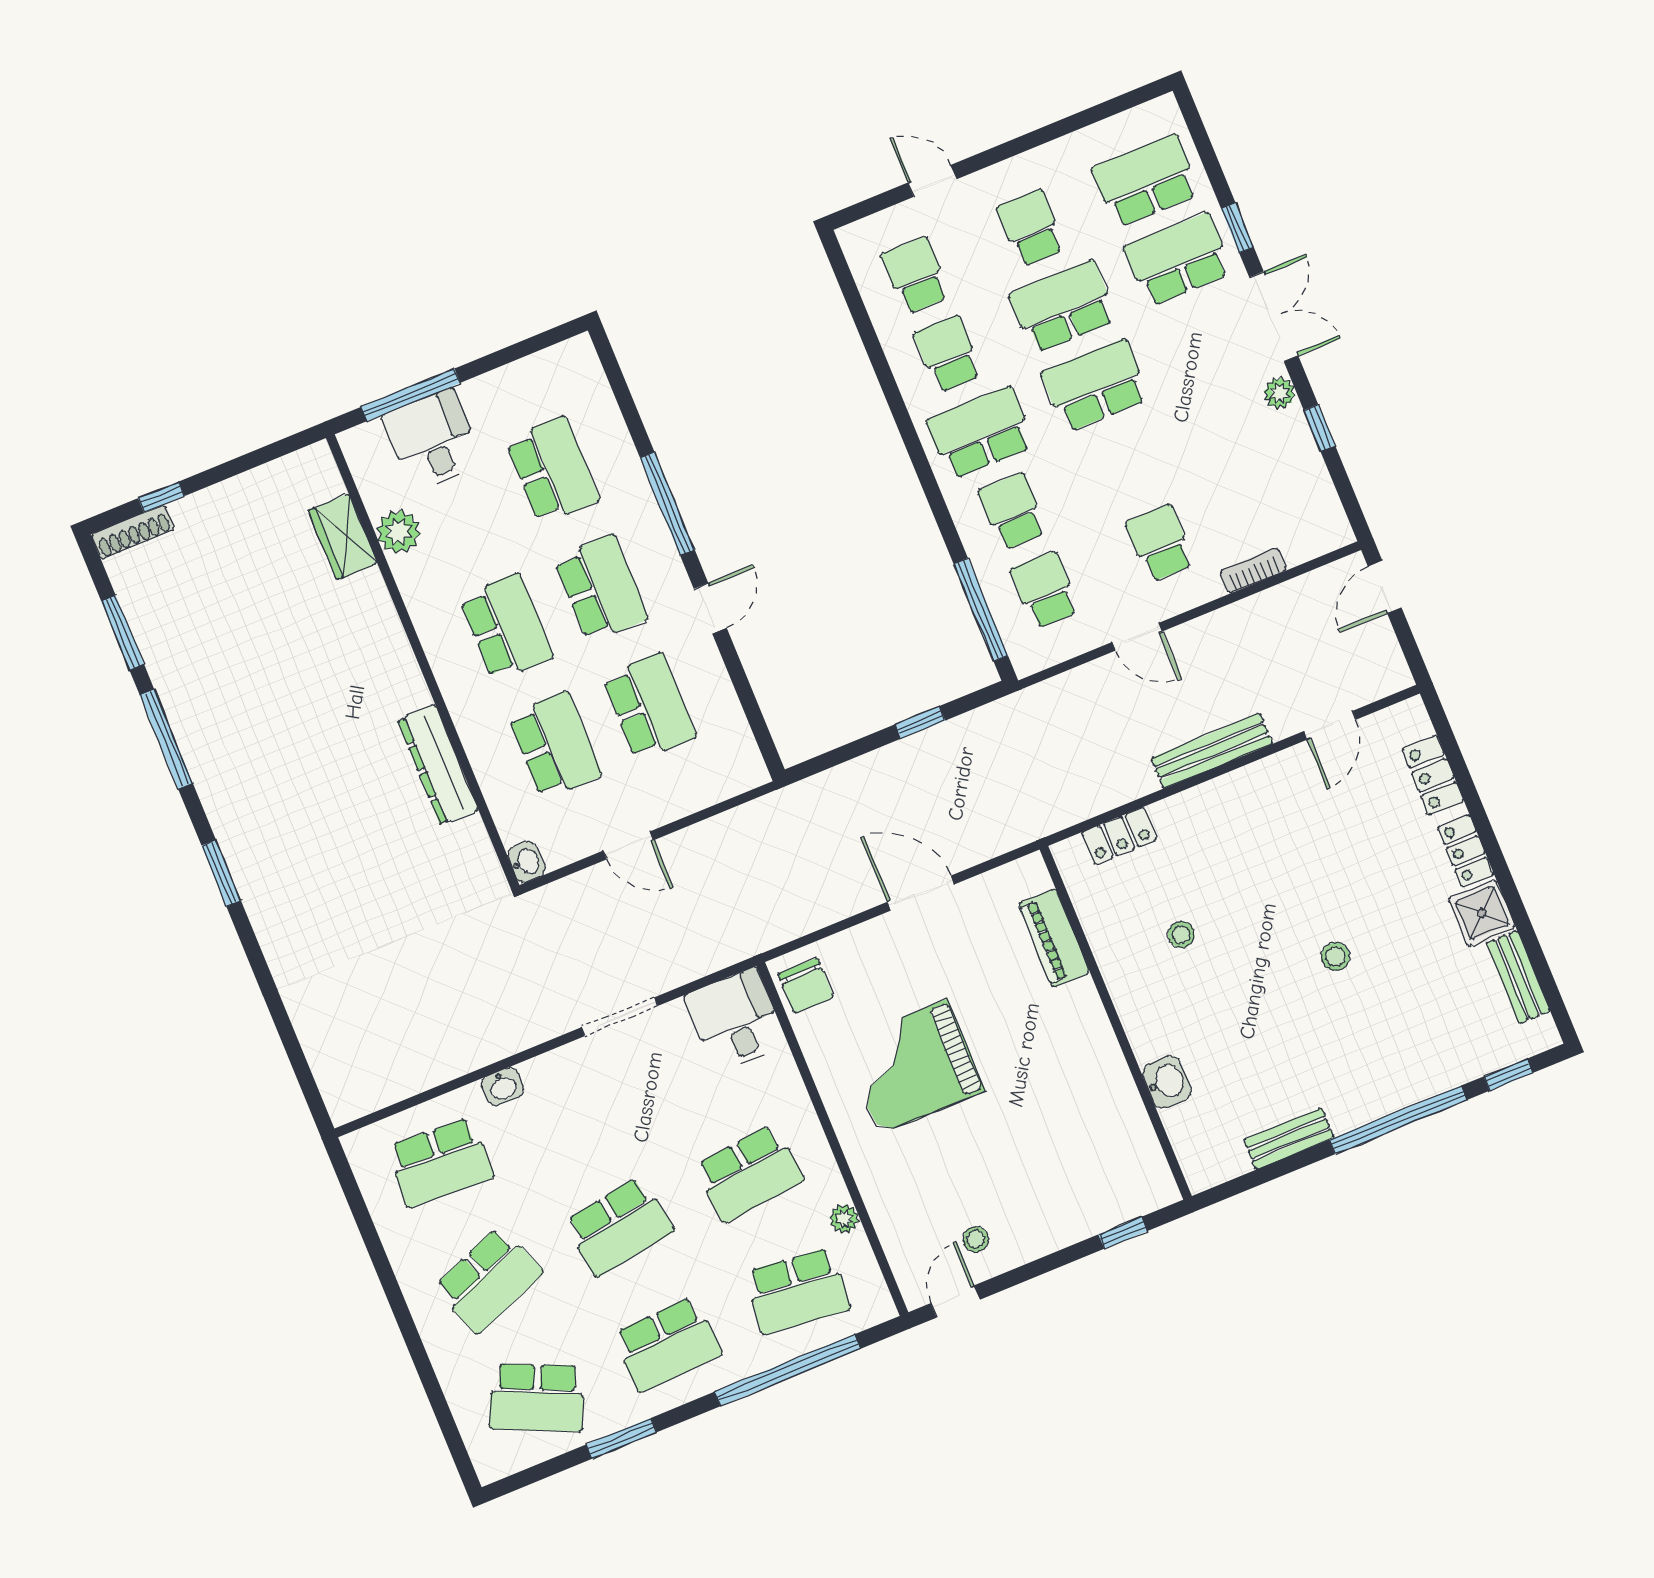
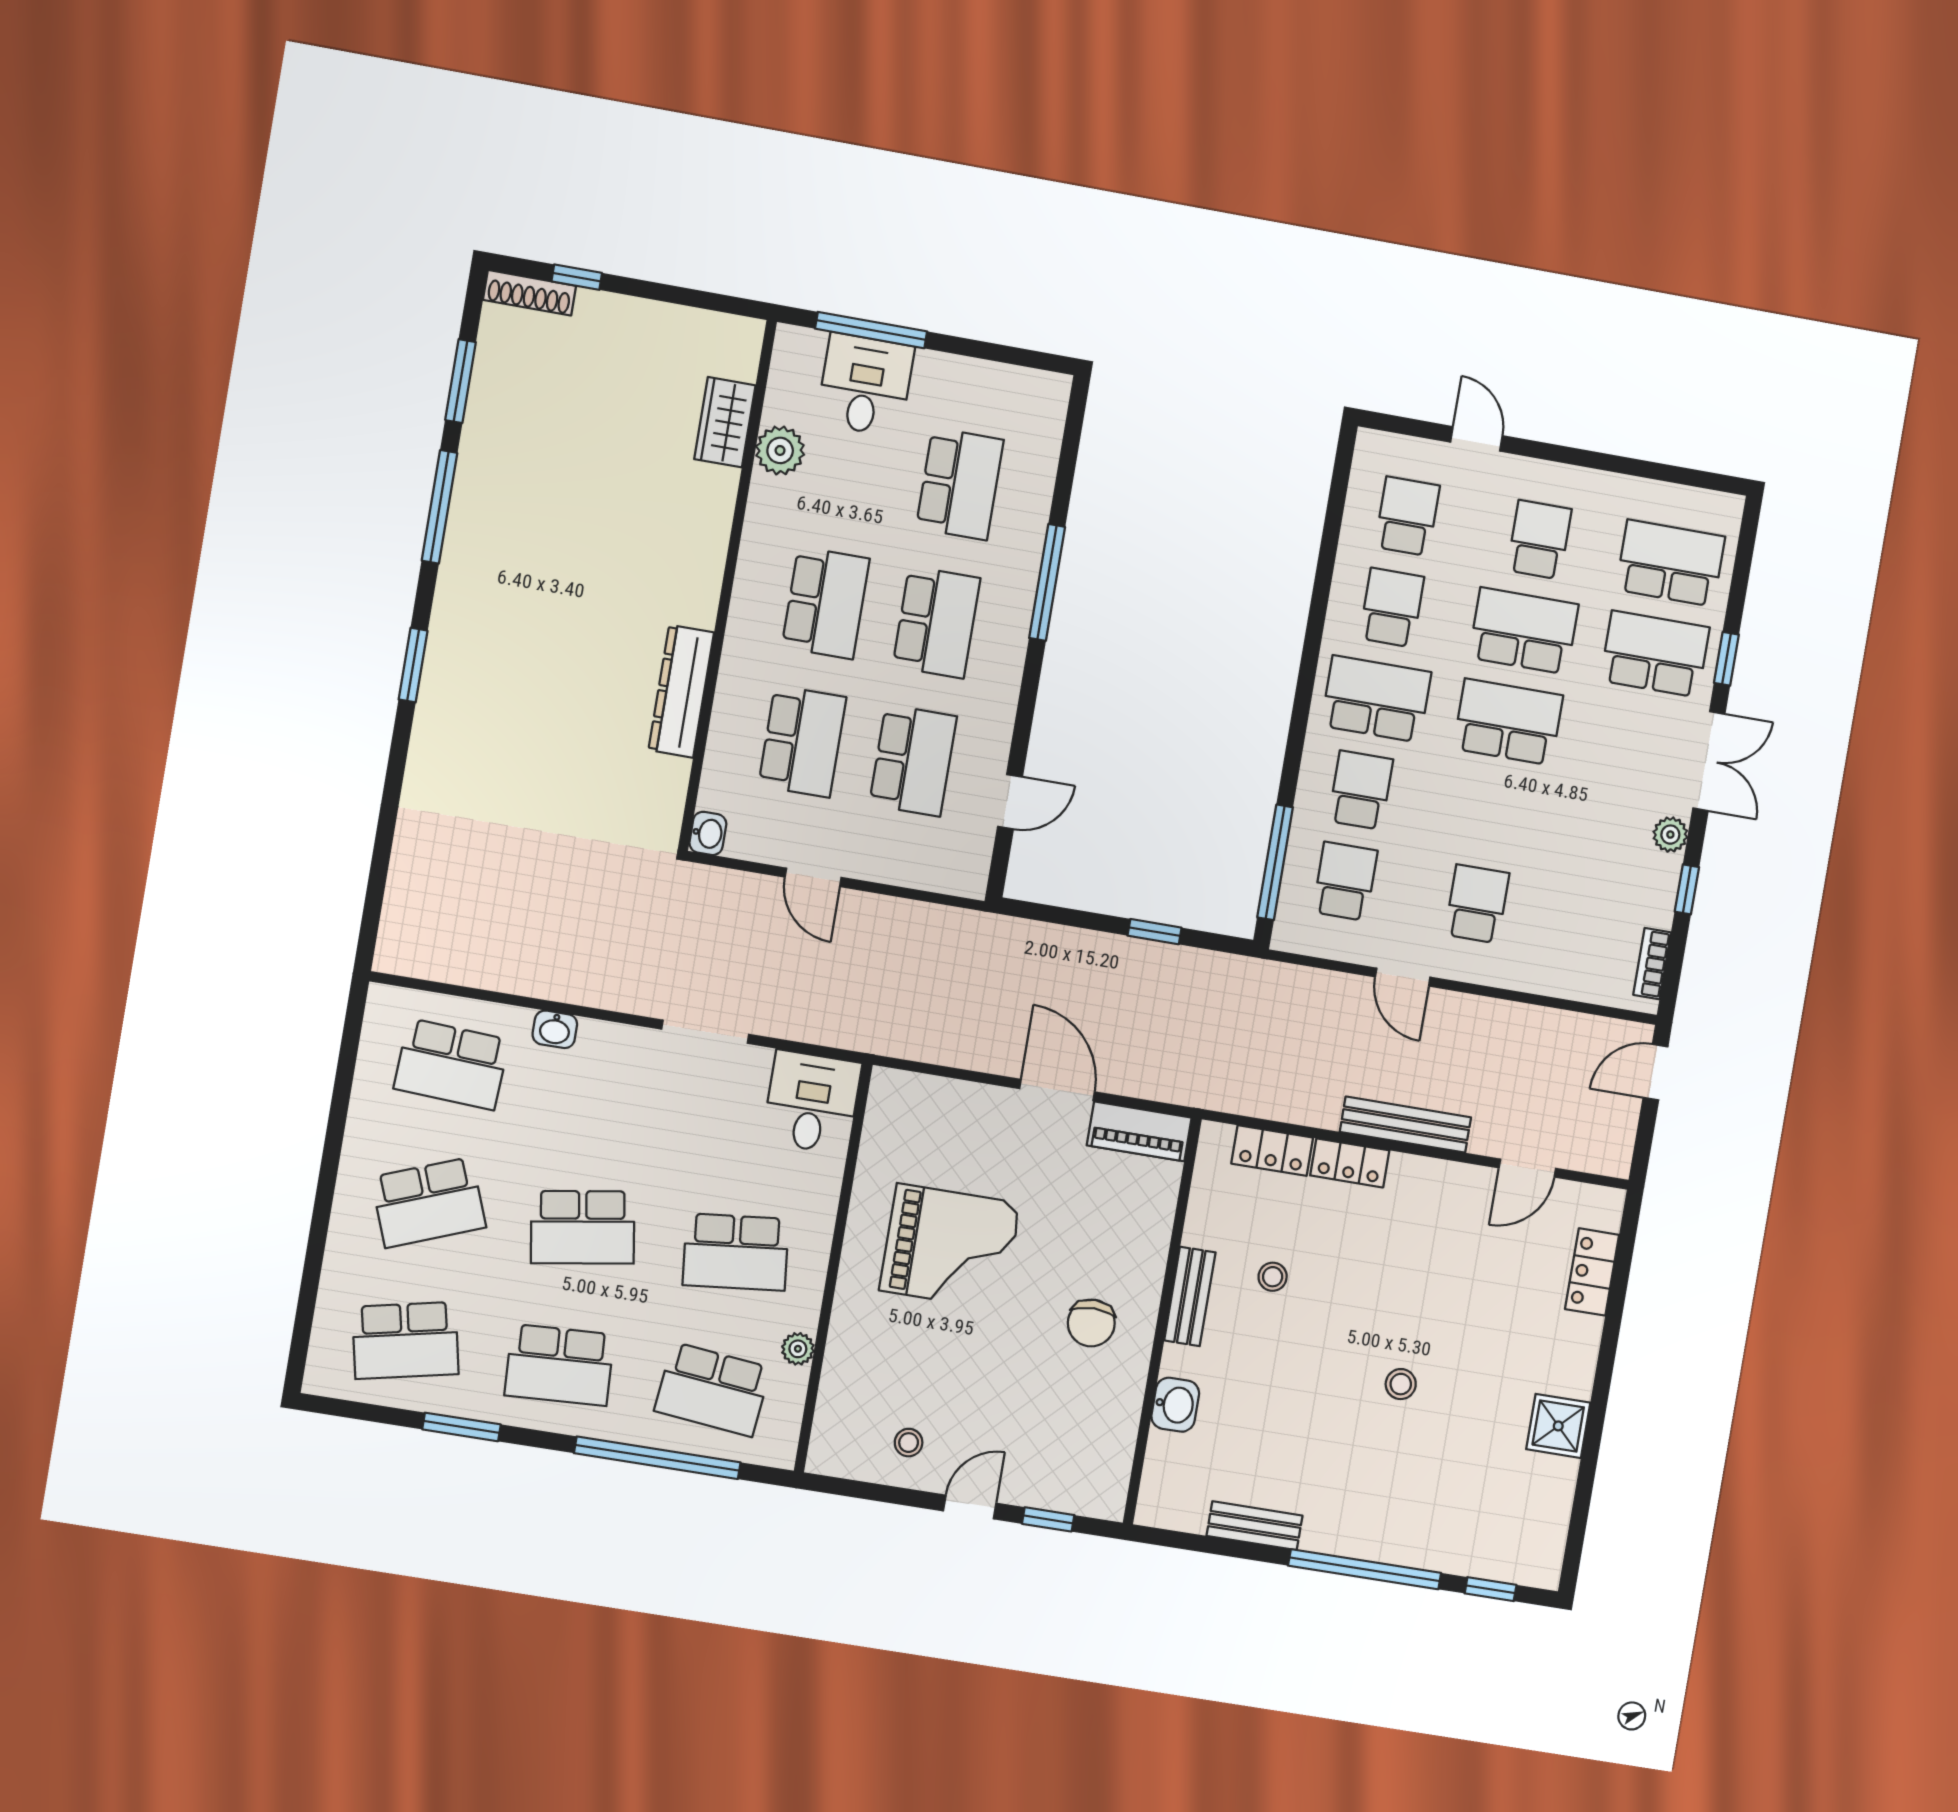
bookcase: (1253, 570) -> (1652, 964), moved, turned -90
door: (710, 608) -> (1010, 802), moved
locker: (1466, 851) -> (1350, 1163), moved, turned -90
piano: (1054, 938) -> (1139, 1131), moved, turned -90
bench: (1518, 977) -> (1190, 1296), moved
chair: (806, 986) -> (1091, 1323), moved
grand piano: (913, 1067) -> (950, 1247), turned 180
door: (955, 1301) -> (970, 1507), moved
school desk: (537, 1398) -> (405, 1340), turned -36

